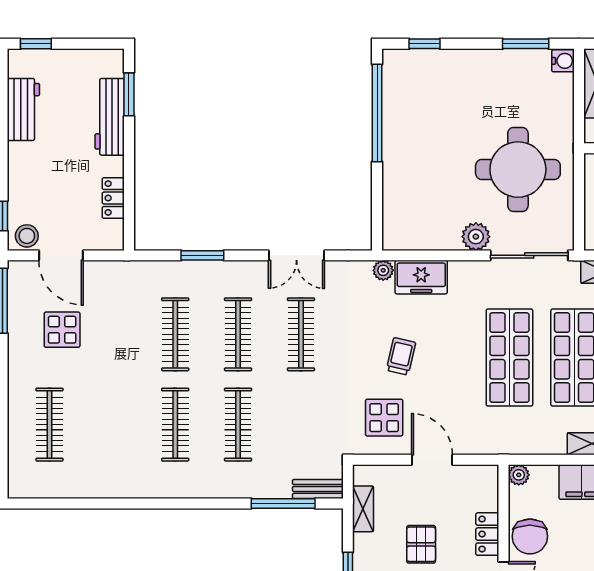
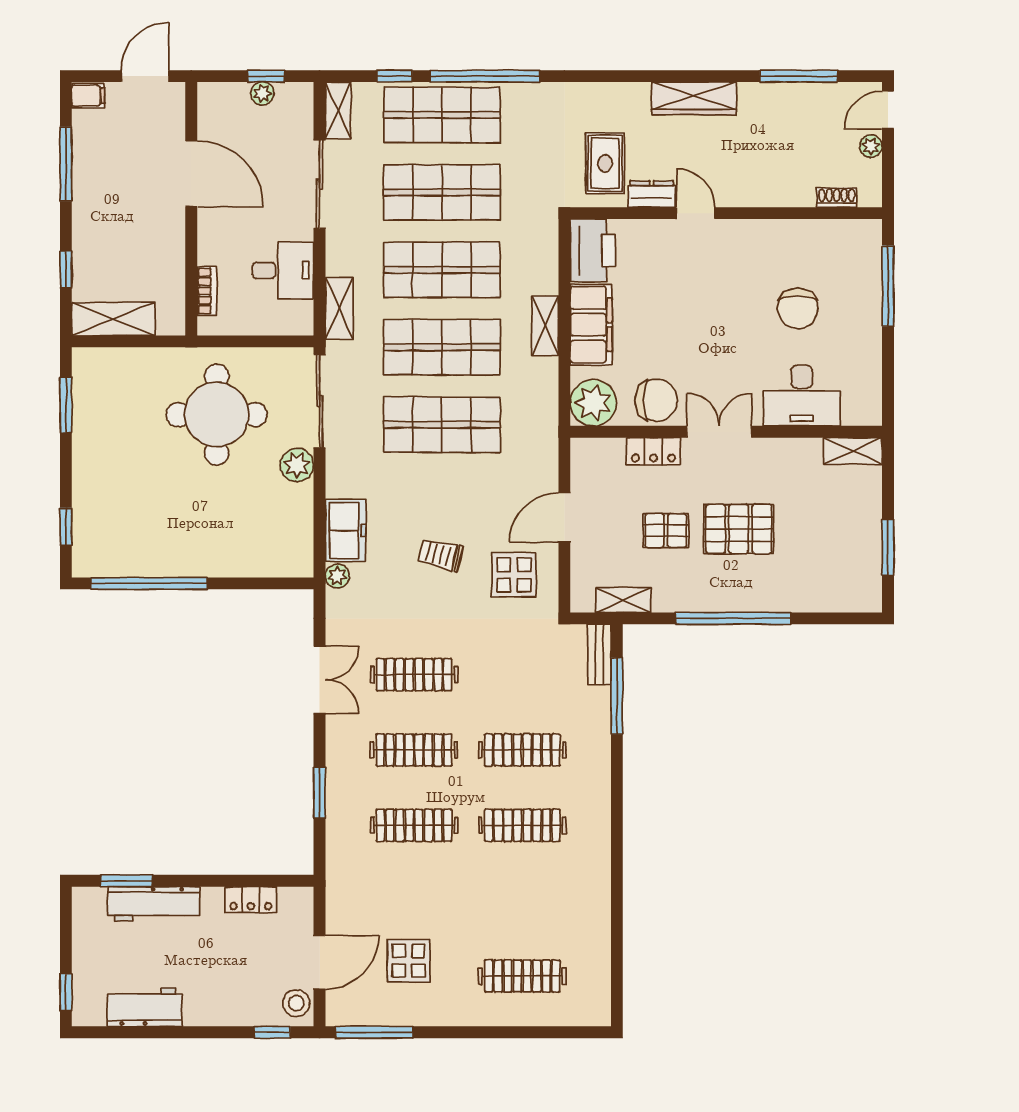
water cooler: (563, 61) -> (86, 361), removed
plant: (519, 475) -> (593, 403), width x1.88, depth x1.88

